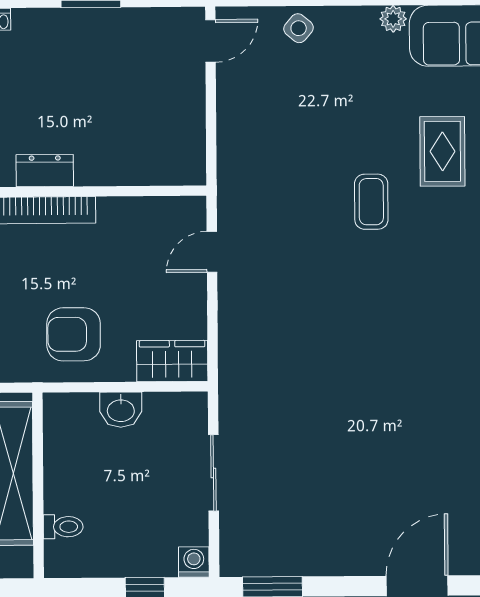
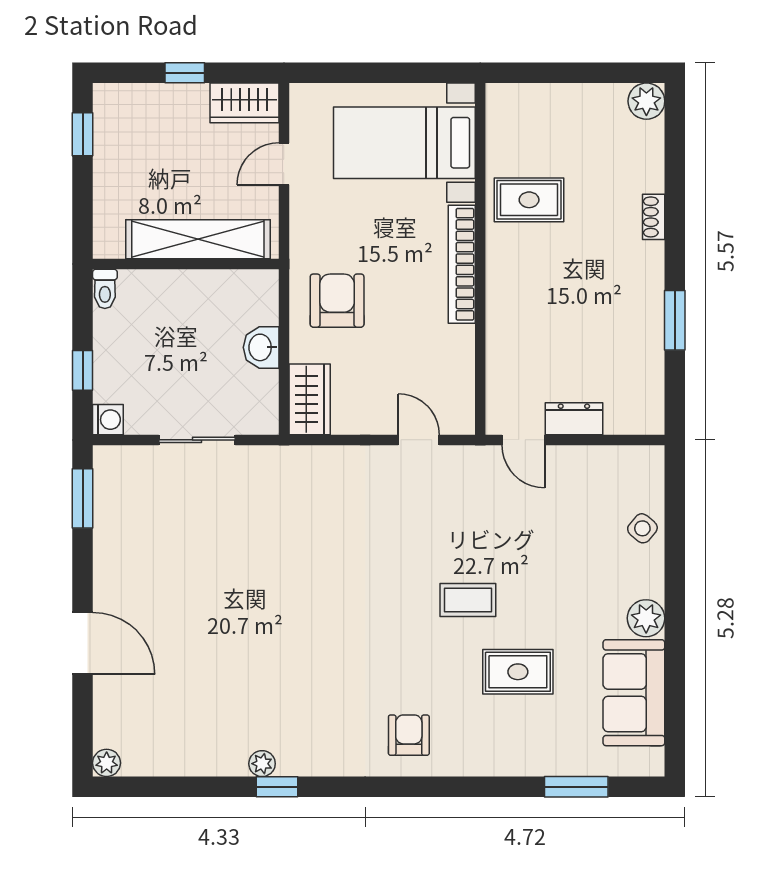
plant: (393, 19) -> (646, 618), width x1.38, depth x1.38
door: (210, 41) -> (523, 440), moved
dresser: (45, 171) -> (574, 419), moved, turned -90
toilet: (63, 527) -> (105, 289), moved

